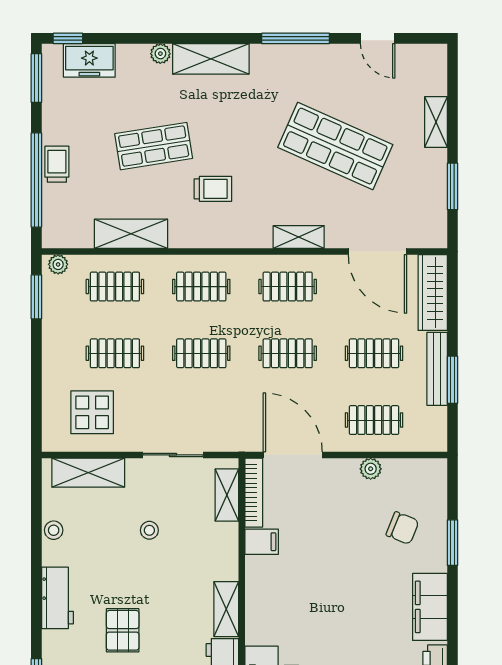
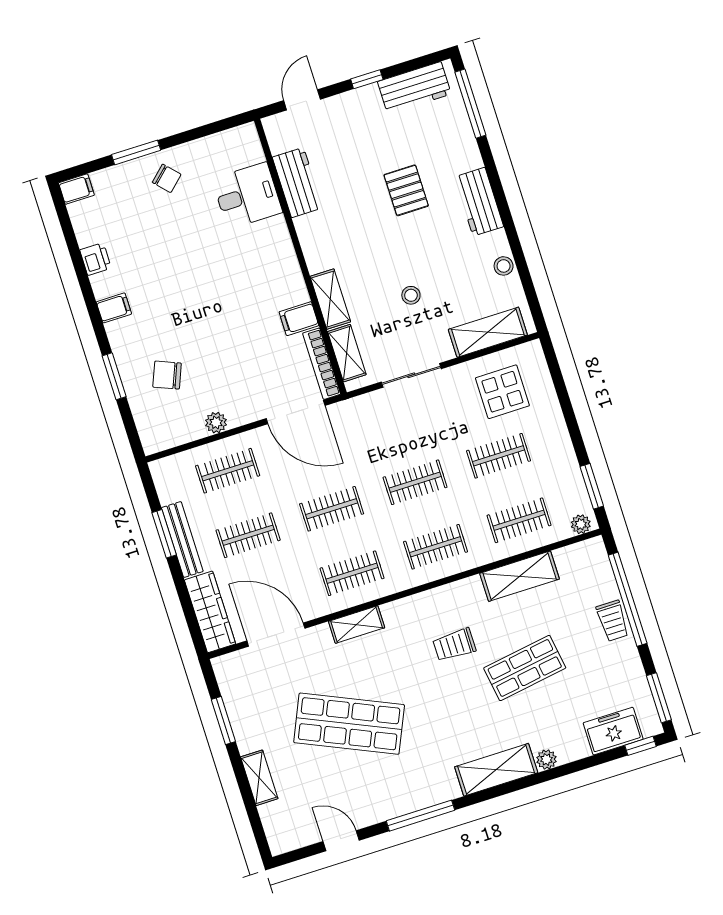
filing cabinet: (430, 607) -> (114, 308), width x0.33, depth x0.86
shelving: (226, 609) -> (330, 299), moved

